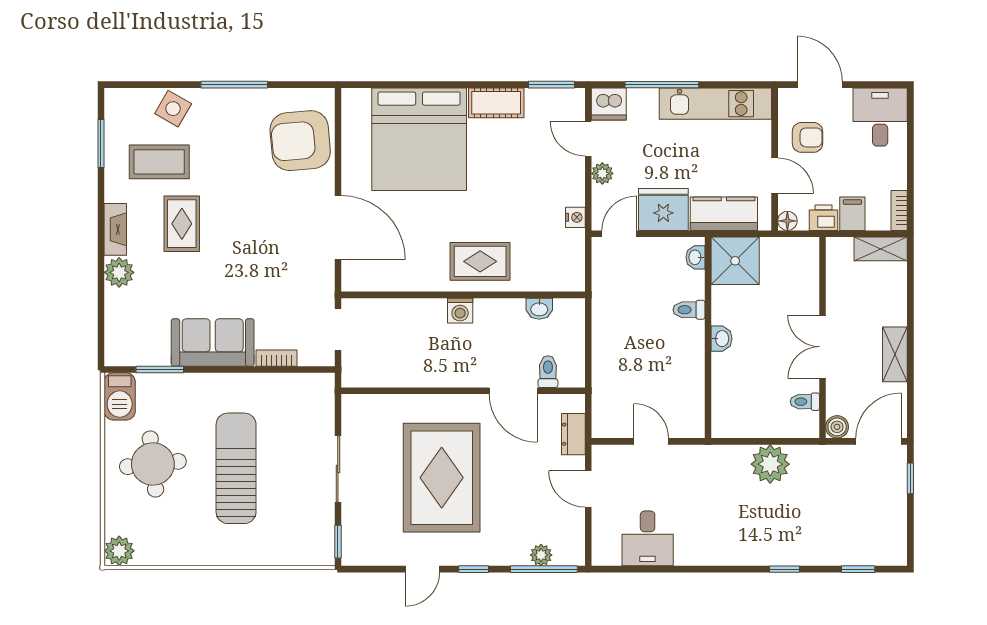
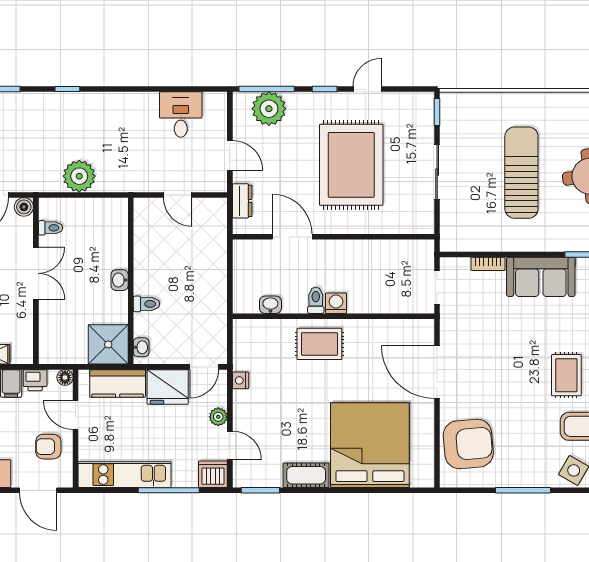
toilet: (548, 372) -> (316, 300), moved, turned 180
sun lounger: (236, 468) -> (521, 173), turned 180
plant: (541, 555) -> (269, 109), width x1.87, depth x1.87

